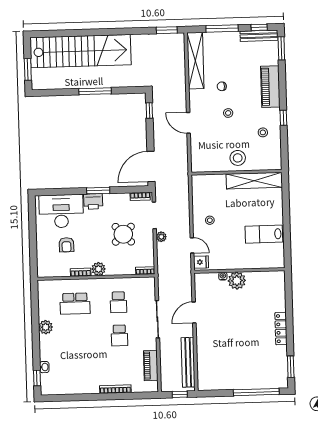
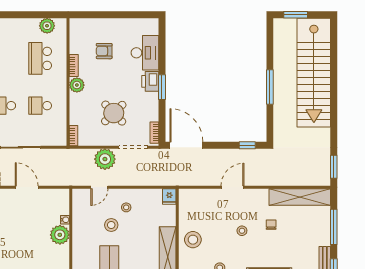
desk: (61, 211) -> (145, 53), width x0.73, depth x0.77
stool: (226, 234) -> (111, 225), added
plant: (161, 237) -> (105, 159), width x1.87, depth x1.87
fridge: (201, 262) -> (169, 196), moved
plant: (46, 327) -> (47, 26), moved

